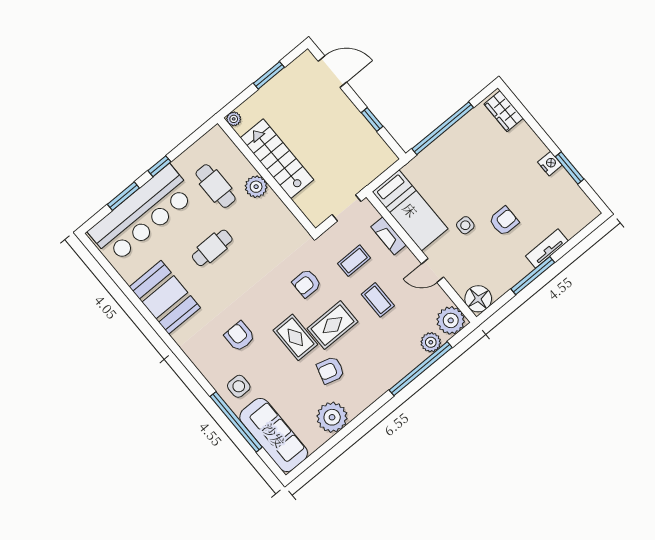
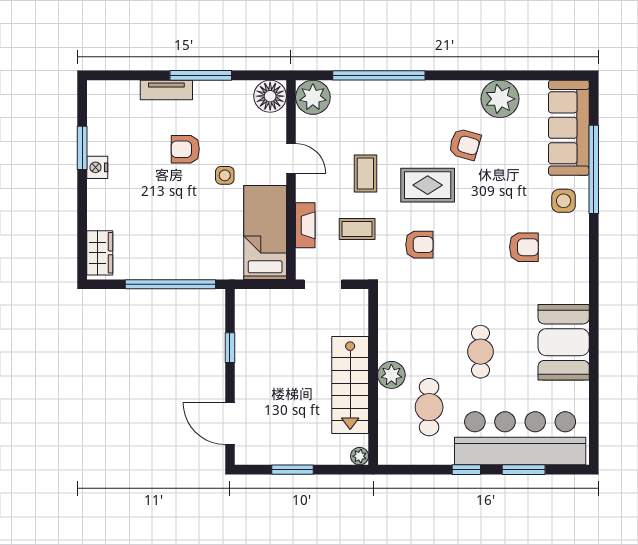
cafe table: (212, 248) -> (480, 352), turned 90
armchair: (239, 336) -> (524, 247), turned -90
rug: (295, 337) -> (472, 203), removed
plant: (431, 342) -> (349, 92), removed

